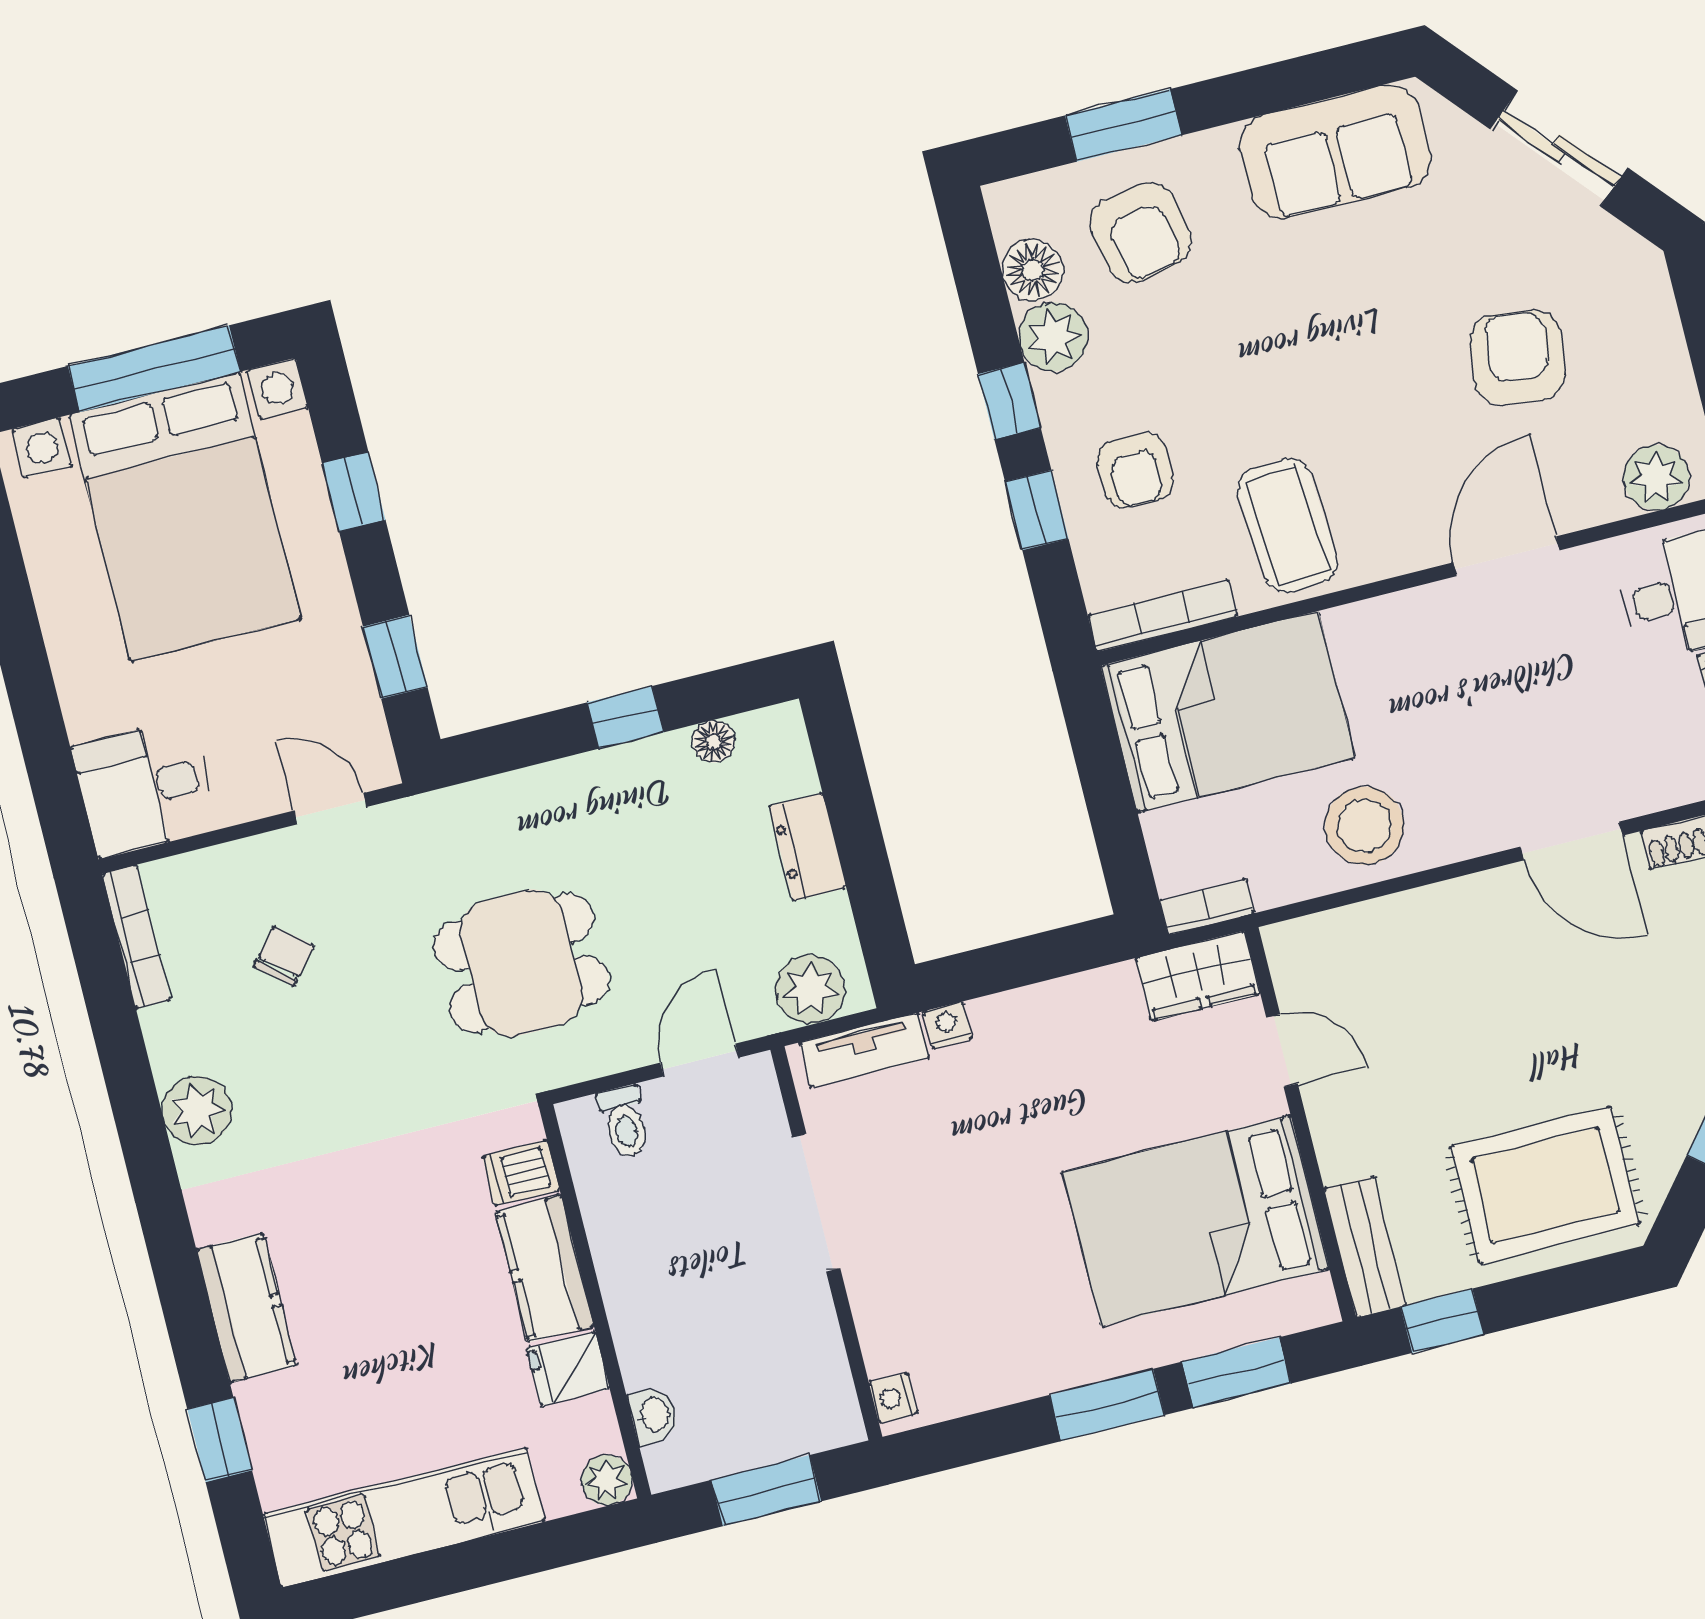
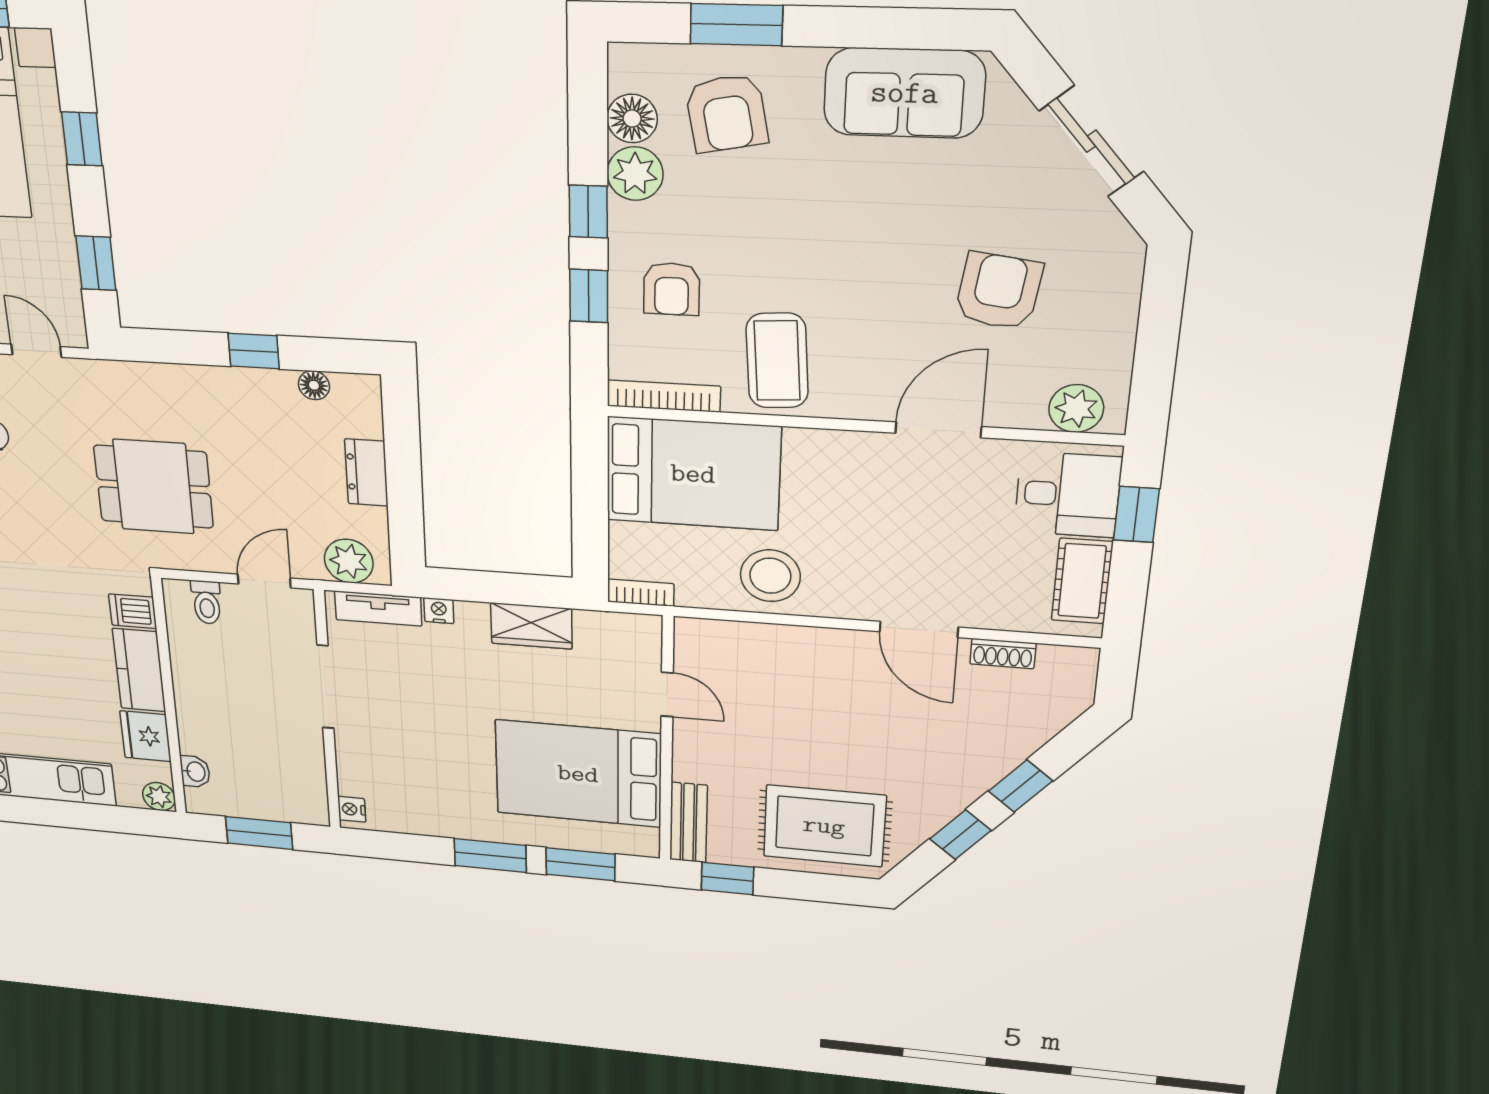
wardrobe: (1198, 976) -> (531, 626), moved
fridge: (568, 1368) -> (146, 736), width x1.38

